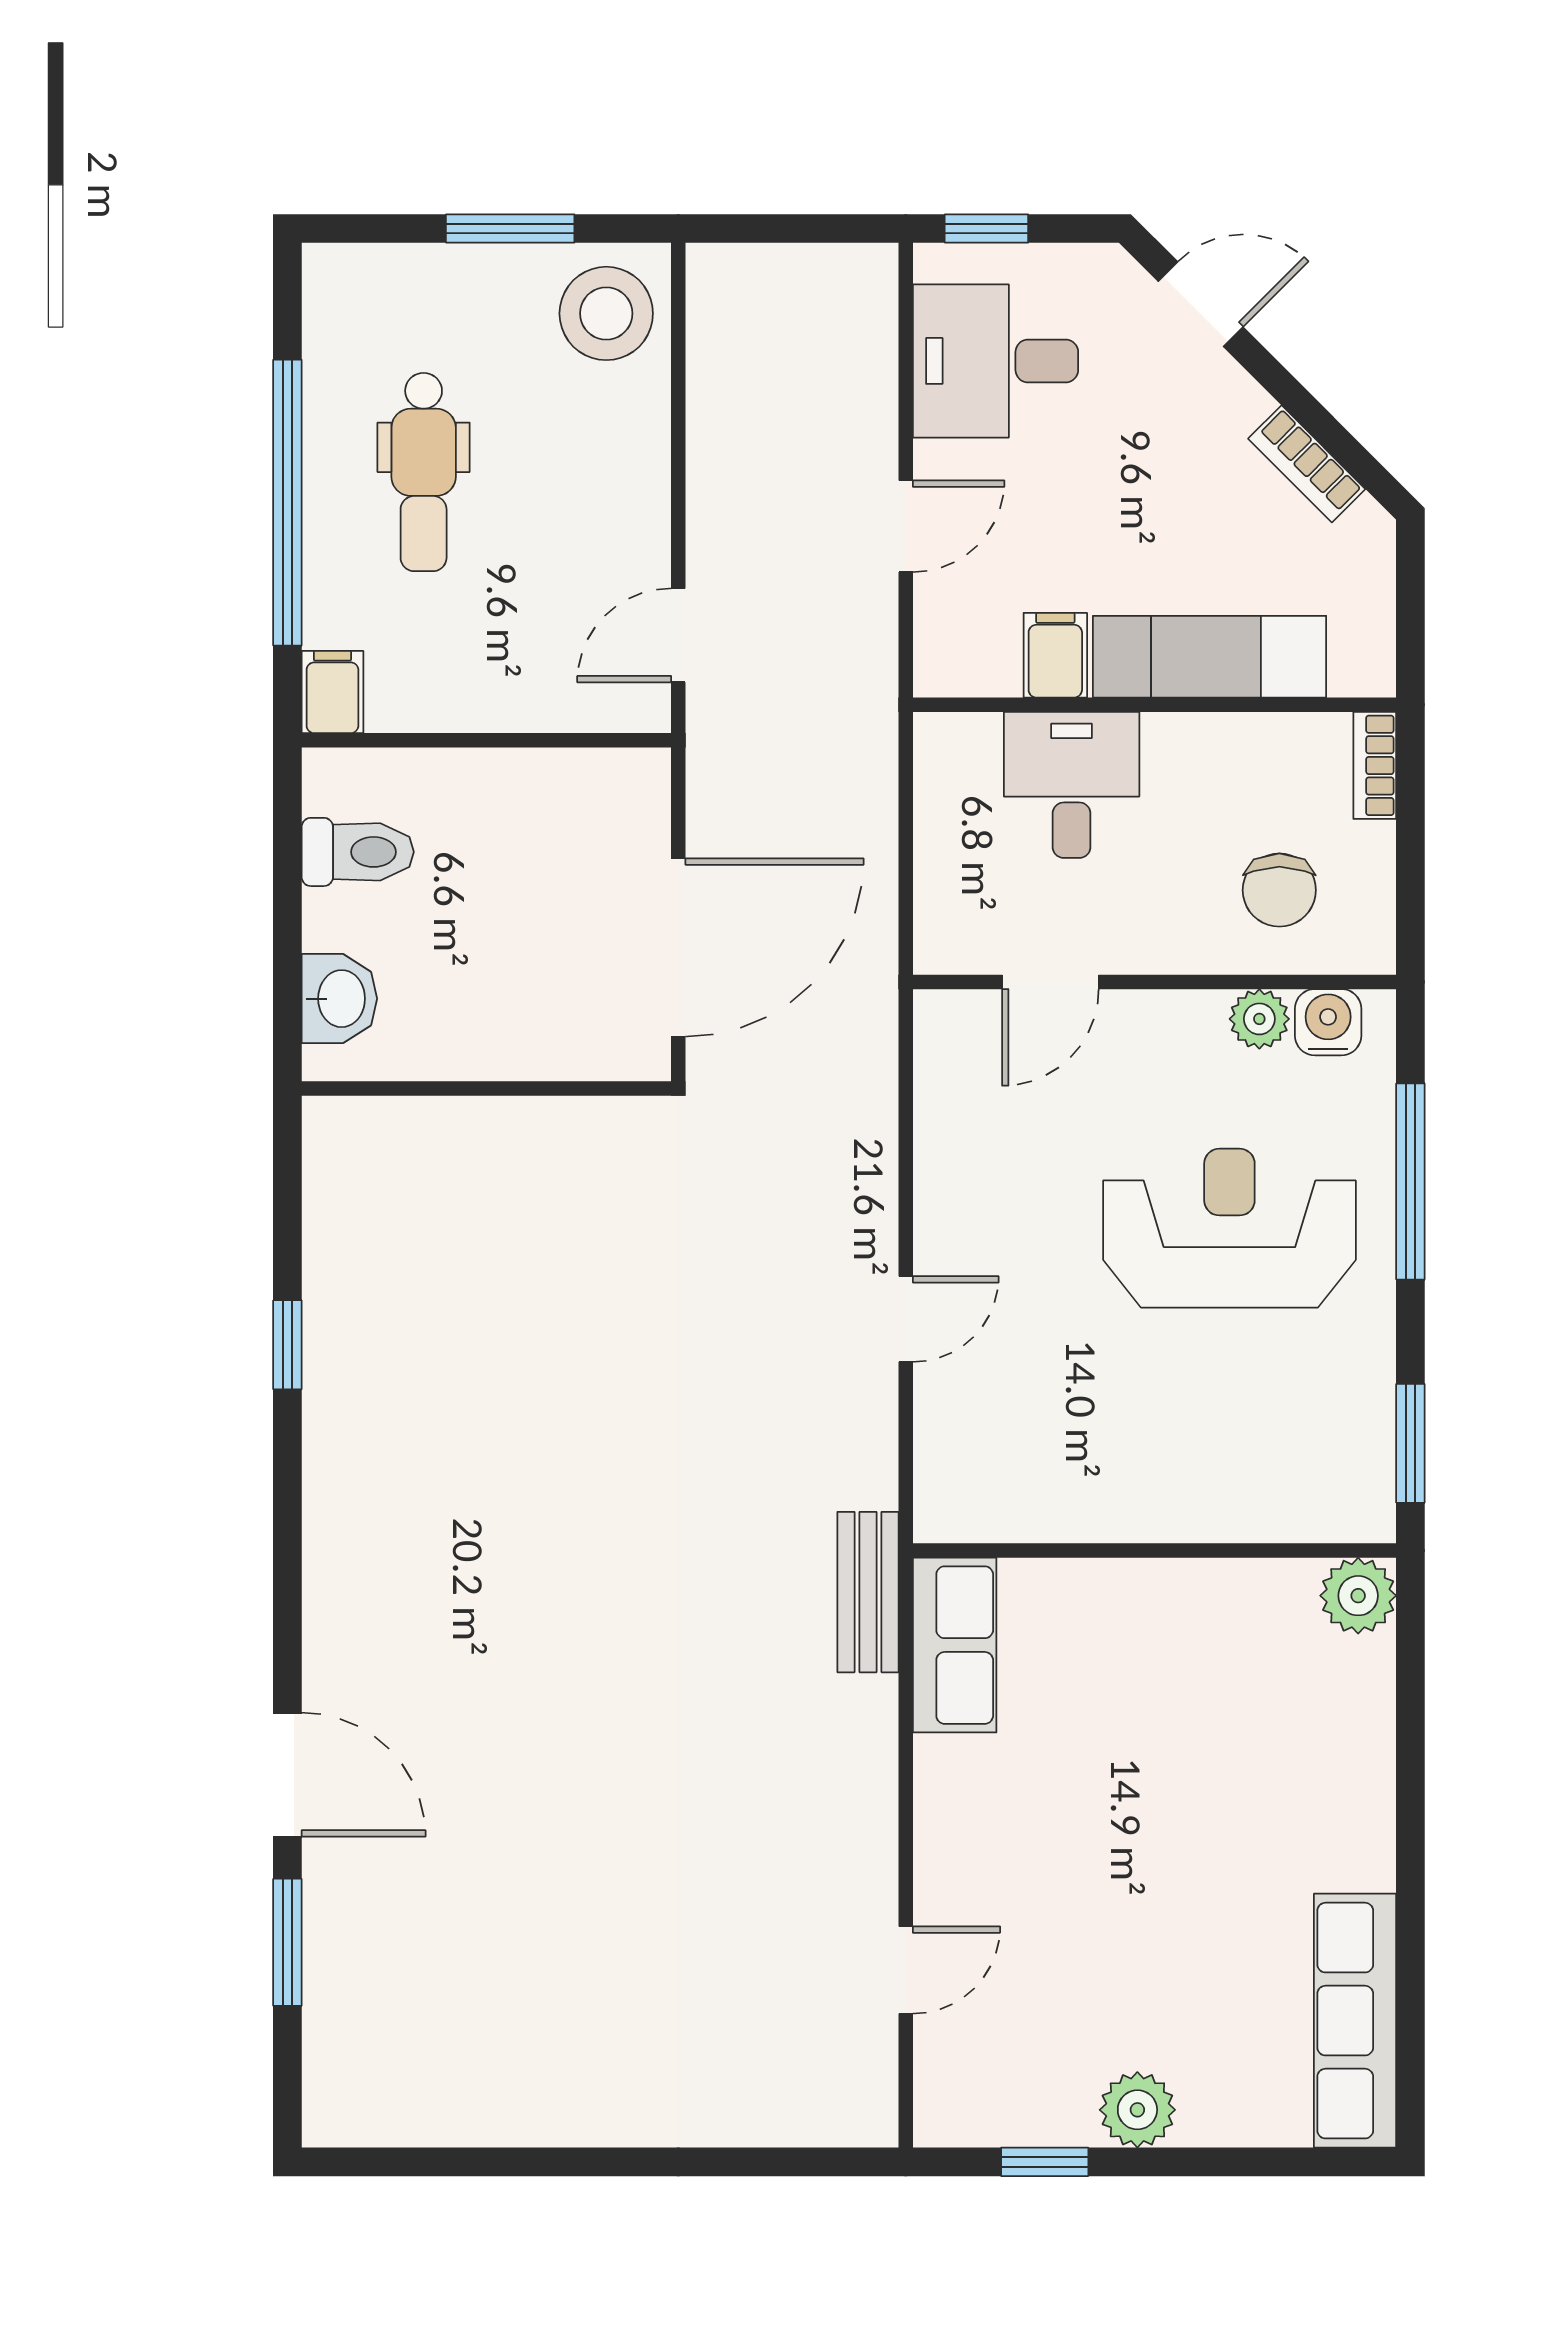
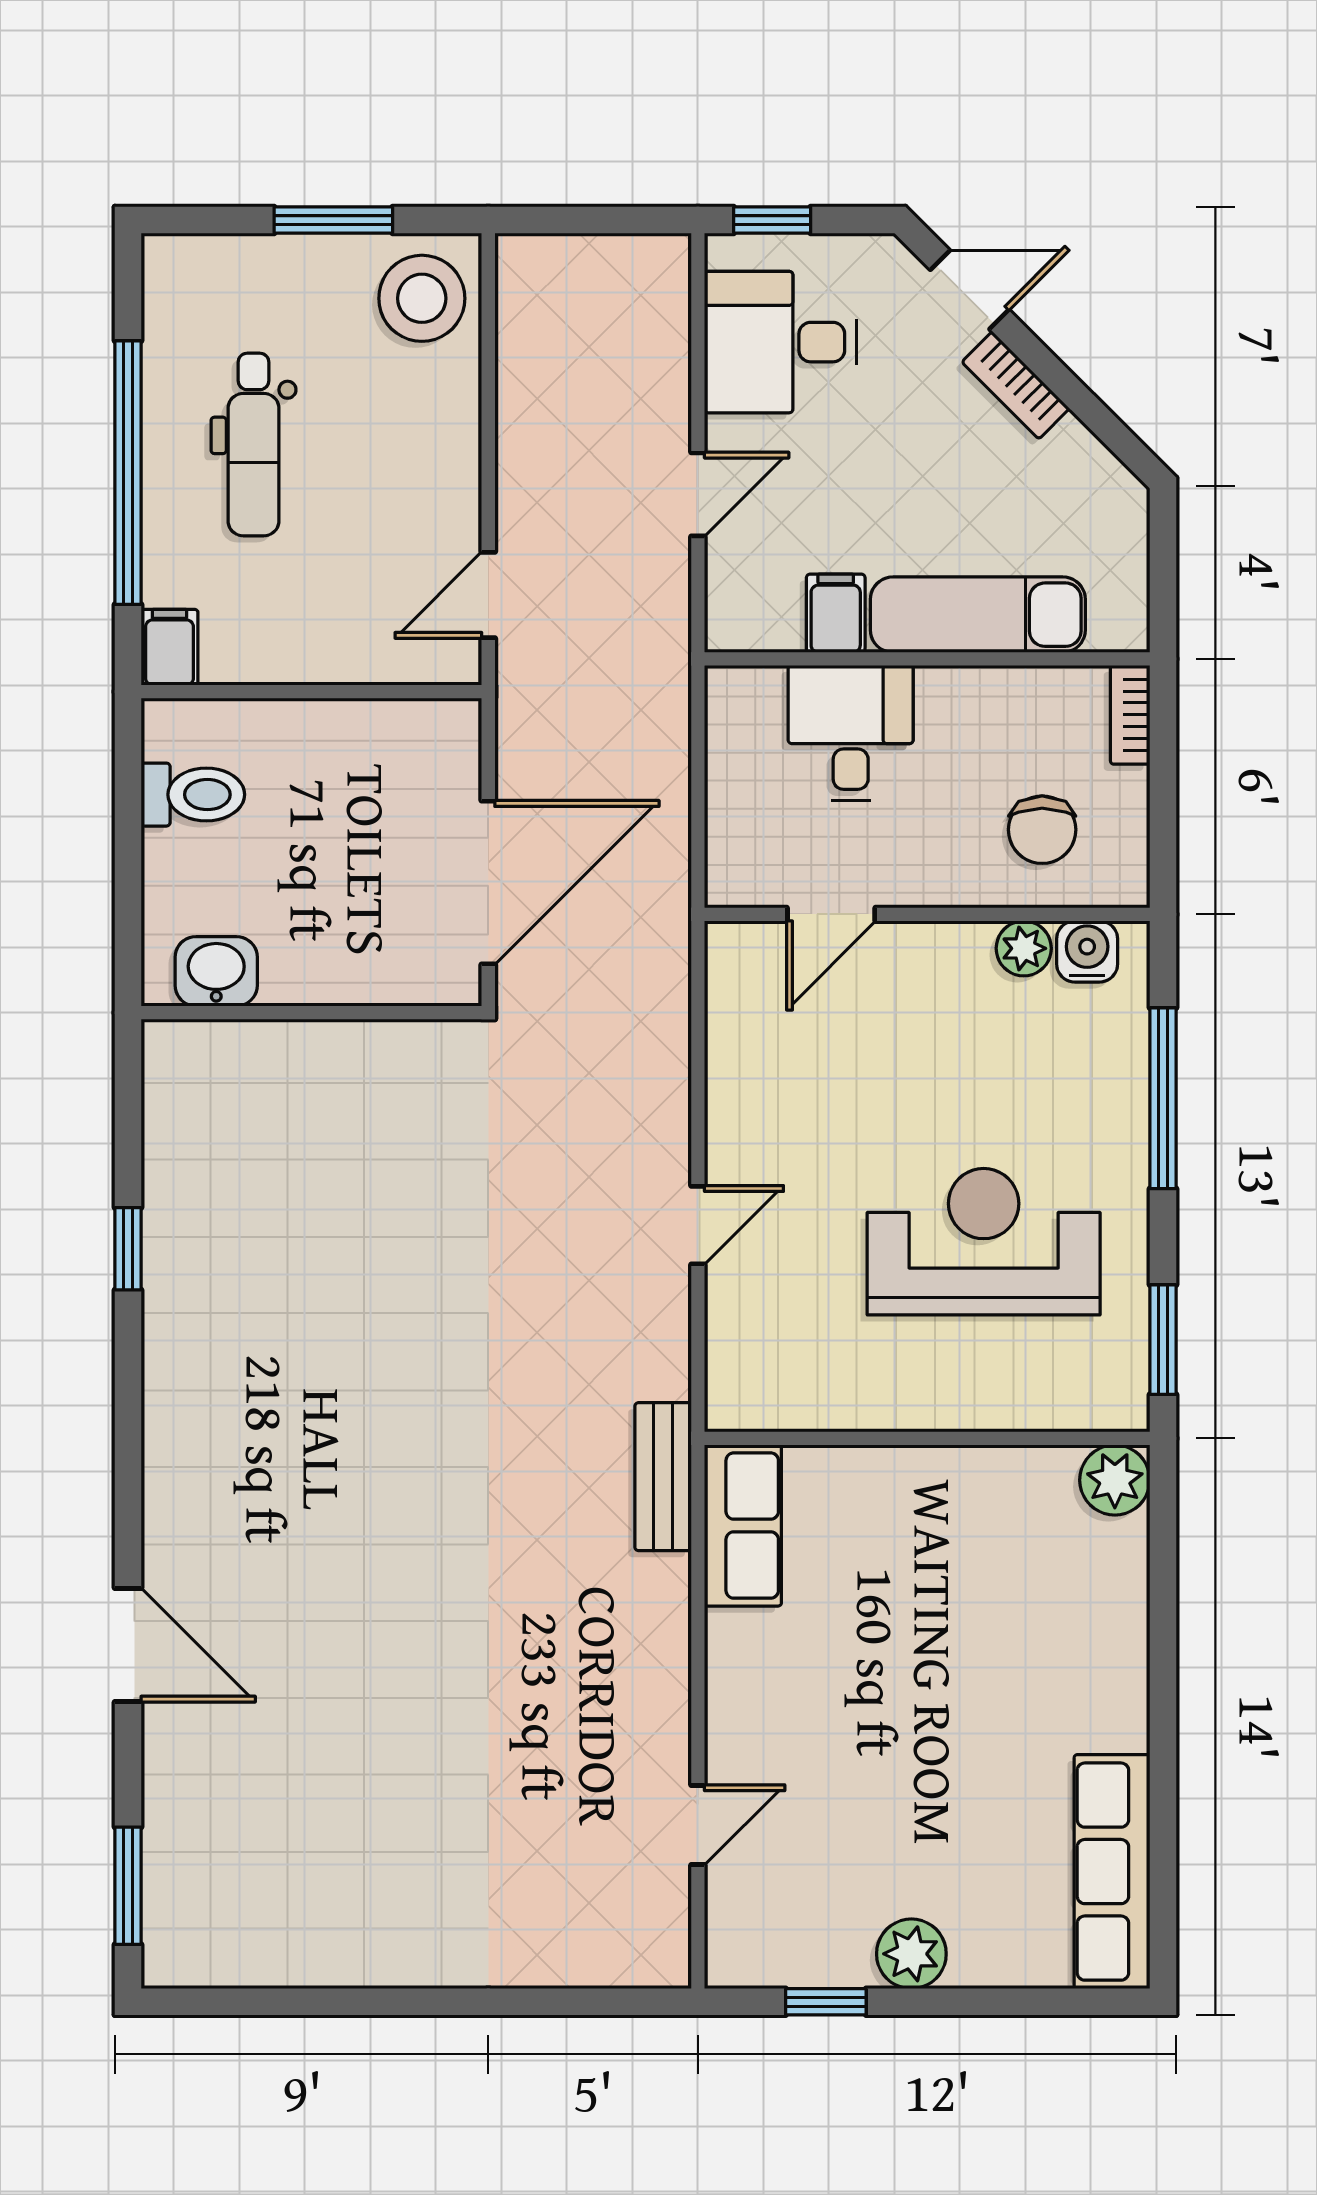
bookcase: (1307, 464) -> (1016, 385), moved
washbasin: (339, 999) -> (216, 971), moved, turned -90
reception desk: (1229, 1228) -> (984, 1242), moved
window: (287, 1942) -> (128, 1886), moved

